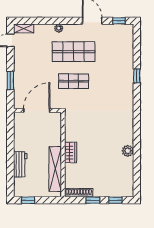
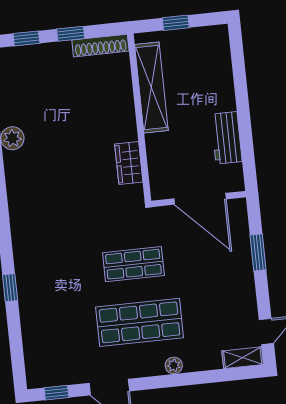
door: (37, 110) -> (200, 199), hinge flipped
wardrobe: (71, 152) -> (129, 163), moved
workbench: (20, 164) -> (227, 138), moved
window: (28, 200) -> (176, 23), moved

